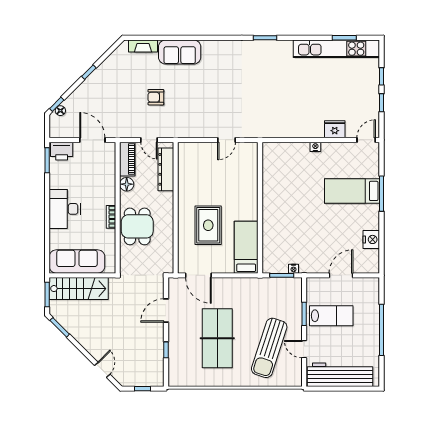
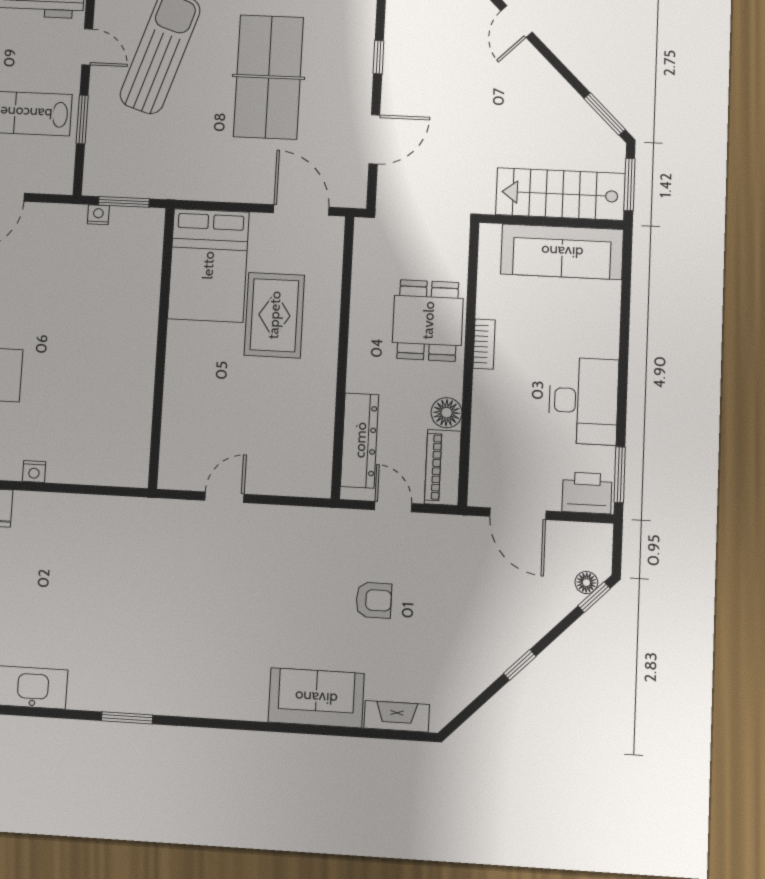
desk: (65, 209) -> (583, 401), moved
bed: (246, 247) -> (208, 265), width x1.50

